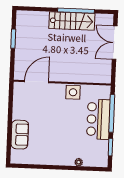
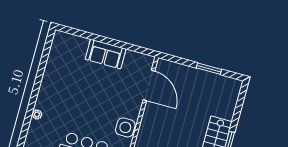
sofa: (20, 135) -> (106, 54), moved

